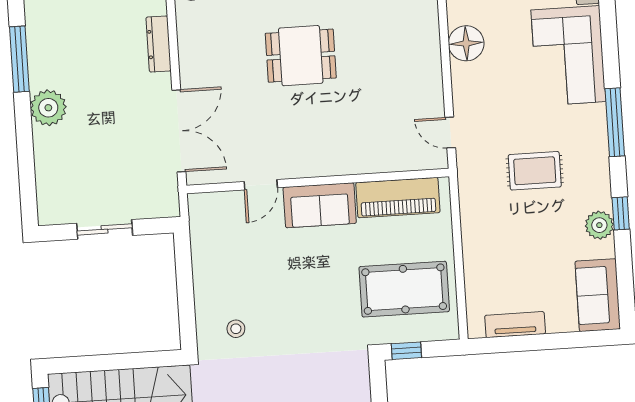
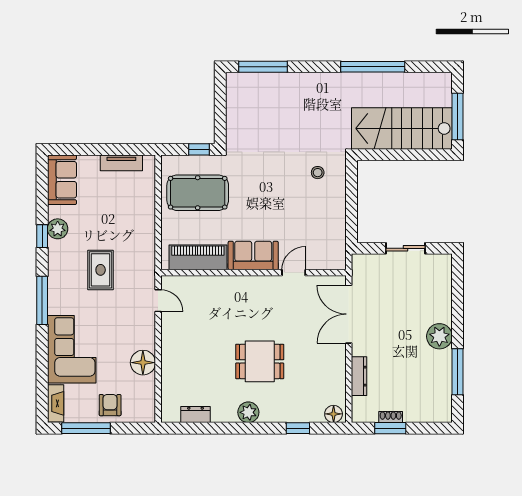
rug: (535, 171) -> (101, 270), turned 90

